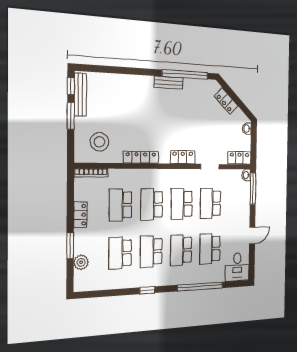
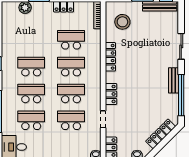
sliding door: (129, 71) -> (181, 46), added
locker: (226, 101) -> (161, 134), width x1.53
school desk: (120, 253) -> (31, 40), removed

